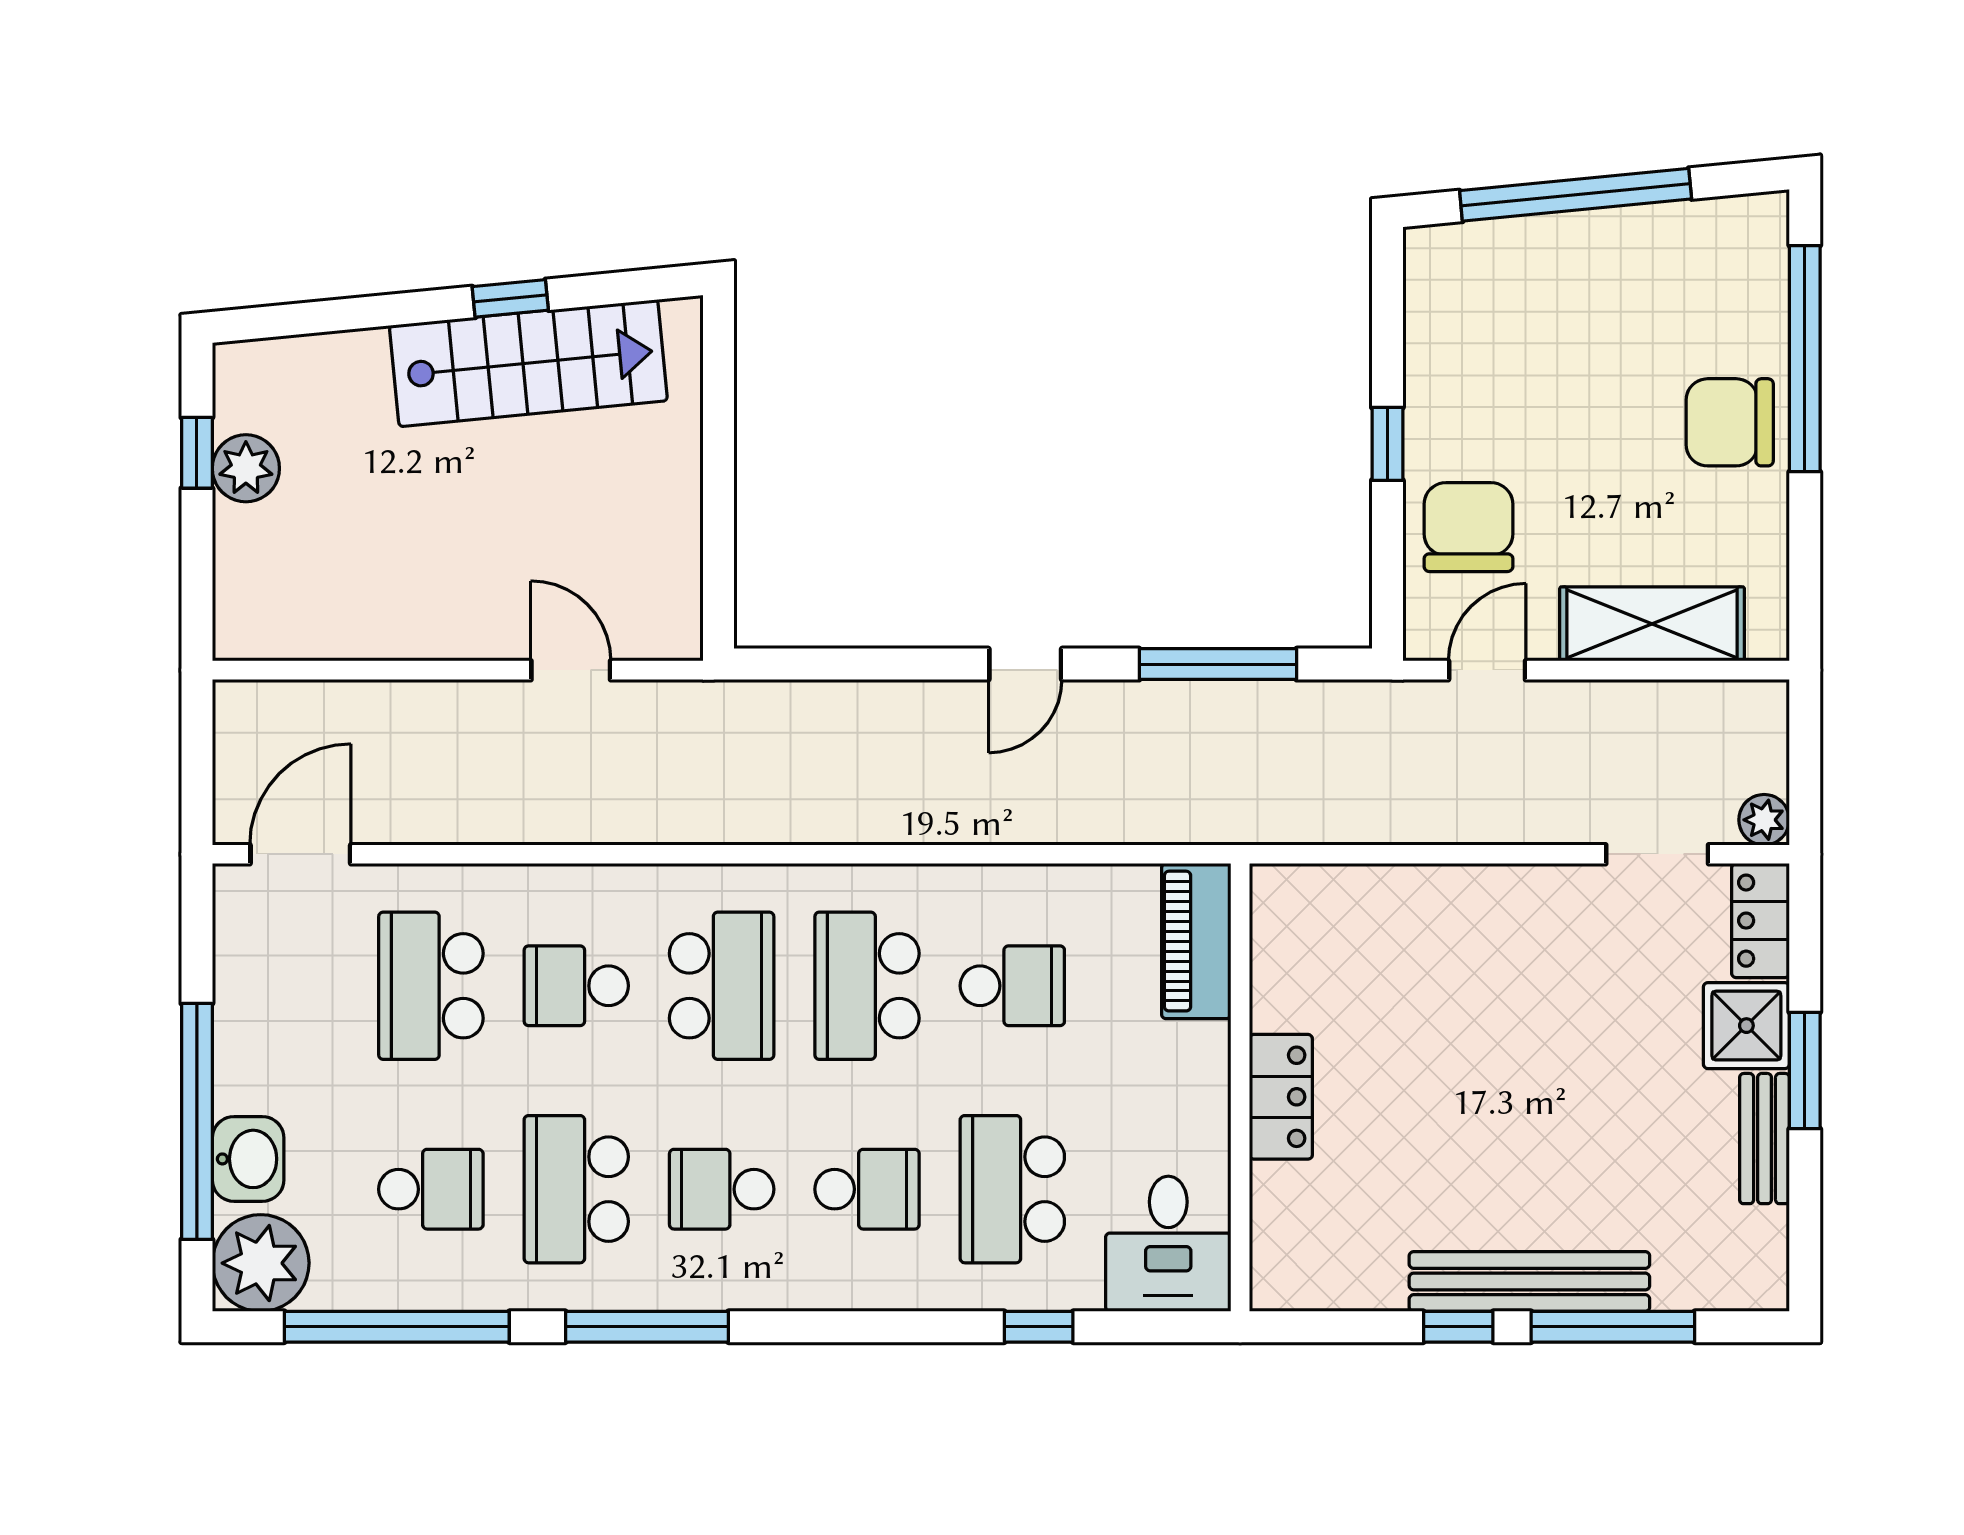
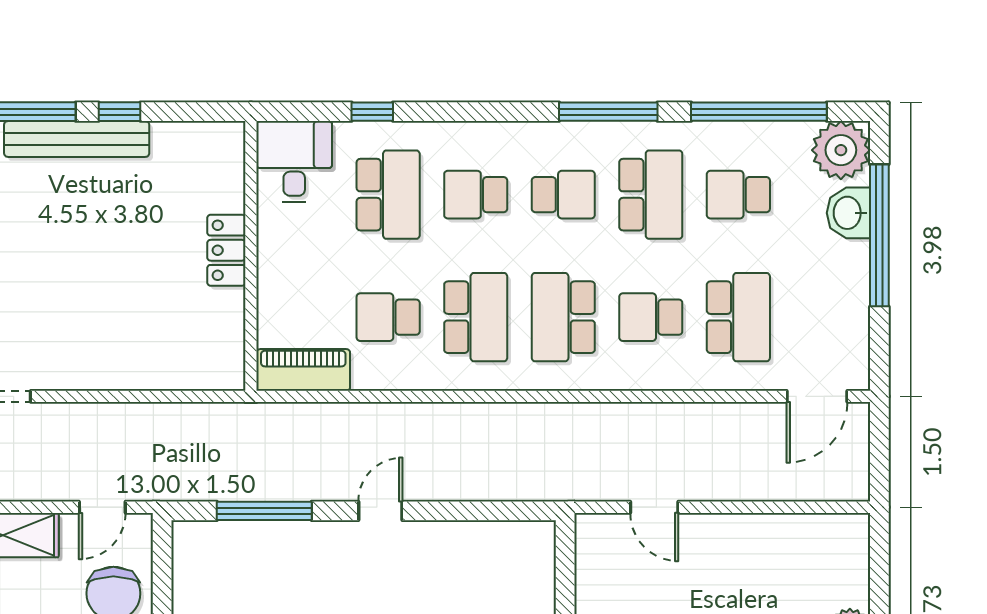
piano: (1196, 941) -> (303, 370), moved, turned -90
school desk: (576, 986) -> (651, 317), turned 180

